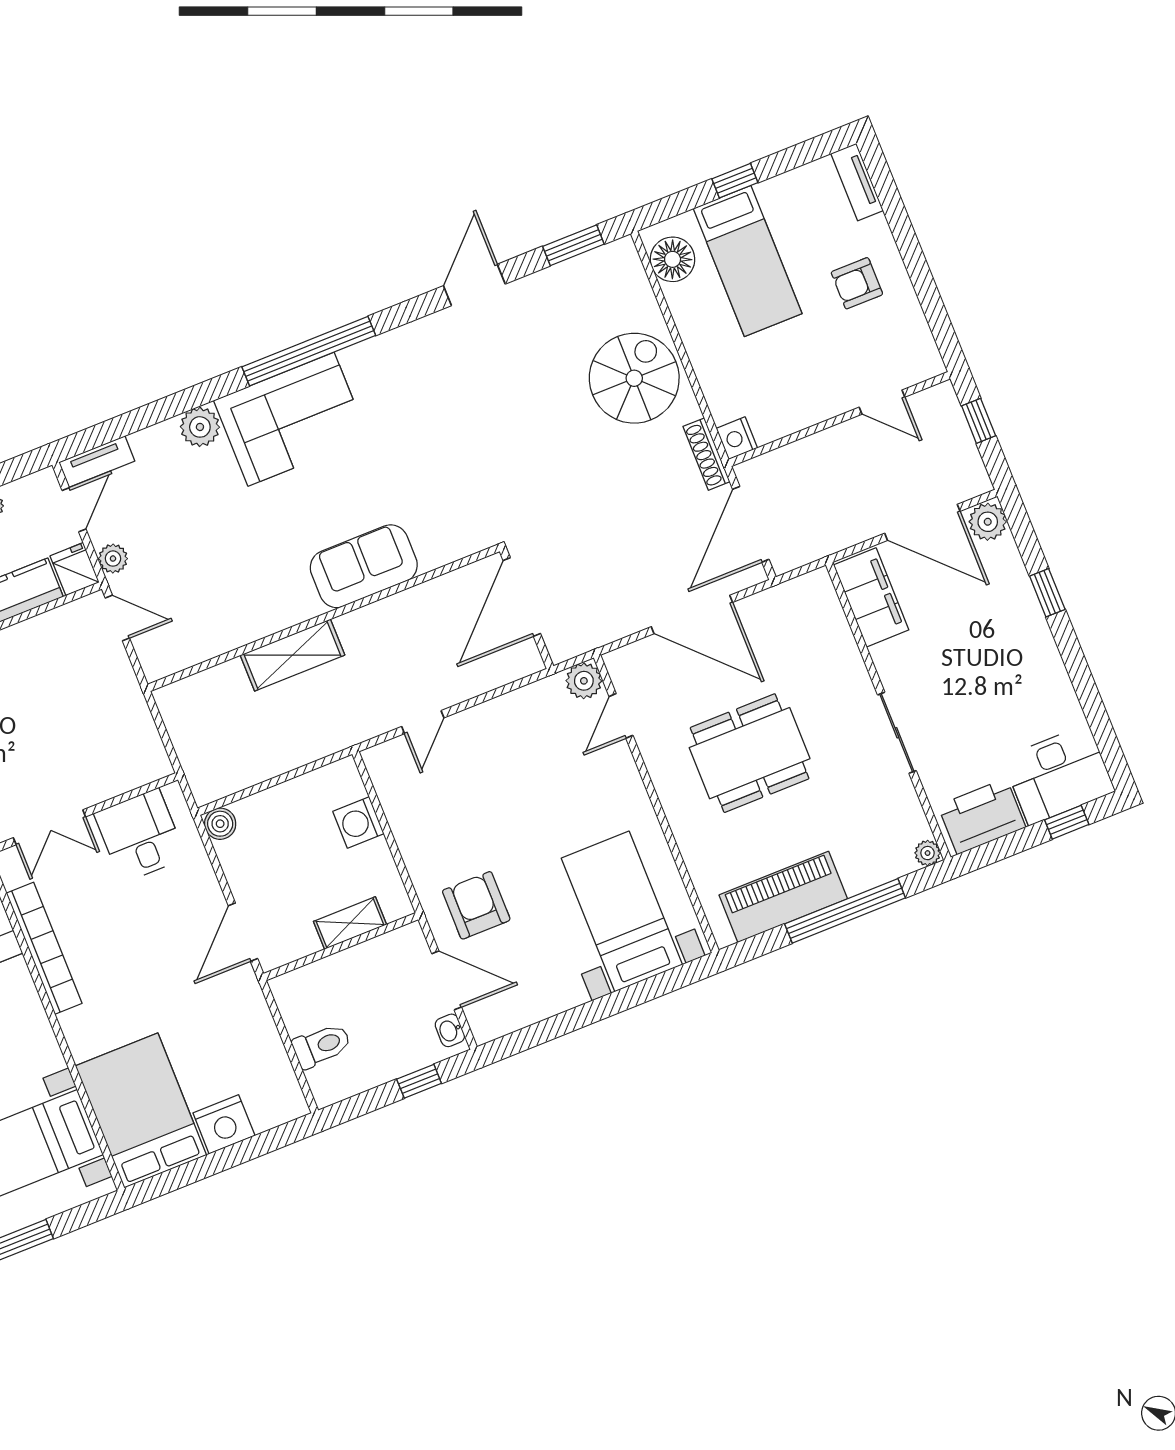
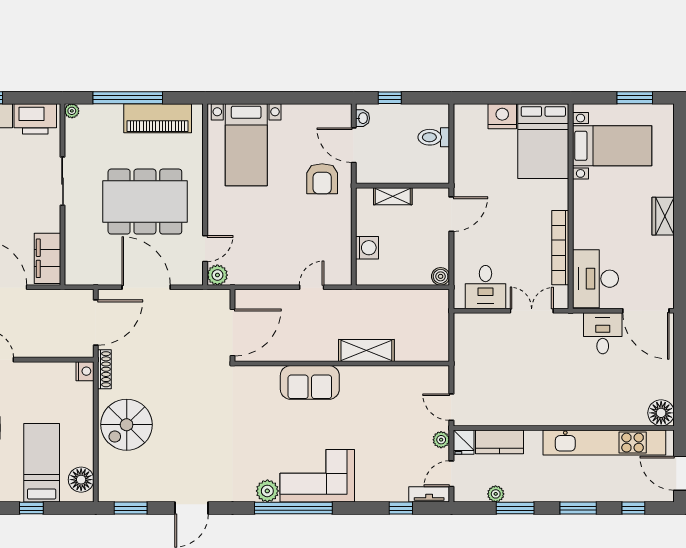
window: (134, 421) -> (401, 508), added
plant: (200, 427) -> (267, 491), moved
dining table: (750, 753) -> (145, 202), width x1.36, depth x1.24

